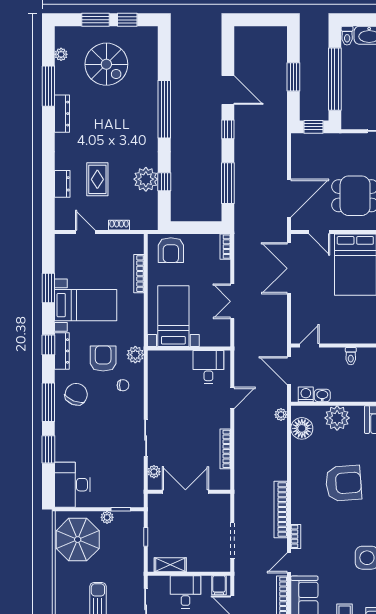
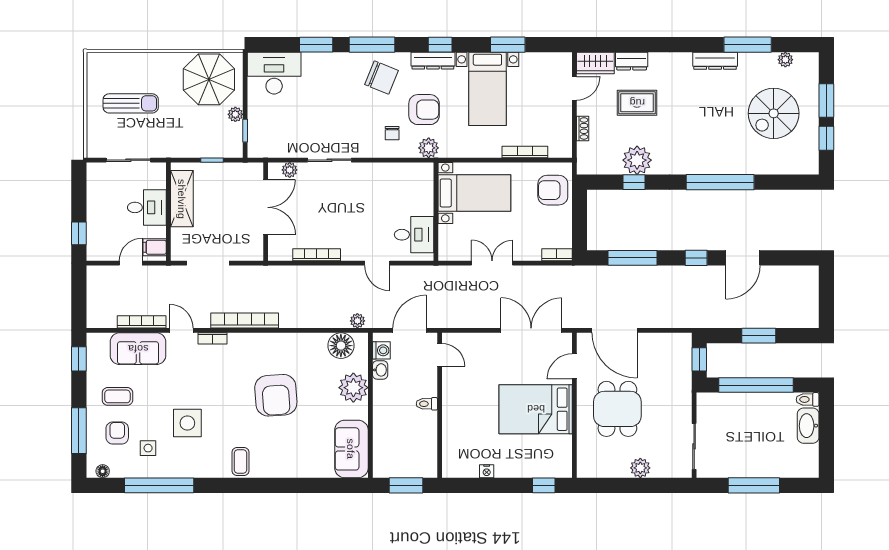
wardrobe: (64, 214) -> (595, 63), added
shelving: (170, 565) -> (182, 199), width x1.50, depth x1.33

